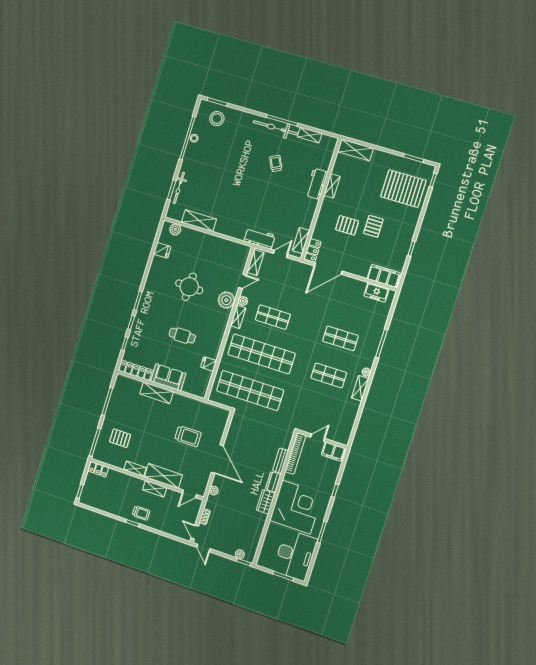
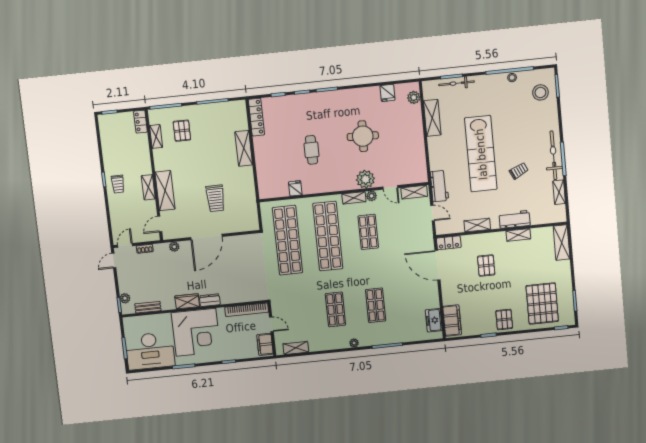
lab bench: (247, 191) -> (481, 154), added
pallet: (373, 226) -> (504, 320), moved, turned 90
shelving: (301, 241) -> (477, 225), moved
sofa: (168, 377) -> (264, 154), removed
shelving: (360, 388) -> (296, 348), moved
bench: (280, 461) -> (148, 307), moved
shelving: (135, 469) -> (156, 136), moved
door: (189, 494) -> (160, 224), hinge flipped

